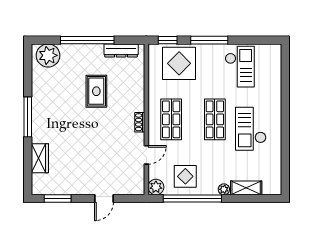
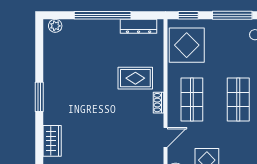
plant: (48, 55) -> (55, 26), width x0.53, depth x0.53
display table: (179, 63) -> (187, 45), moved
rug: (96, 91) -> (135, 78), moved, turned 90
window: (28, 117) -> (39, 97), width x0.69

